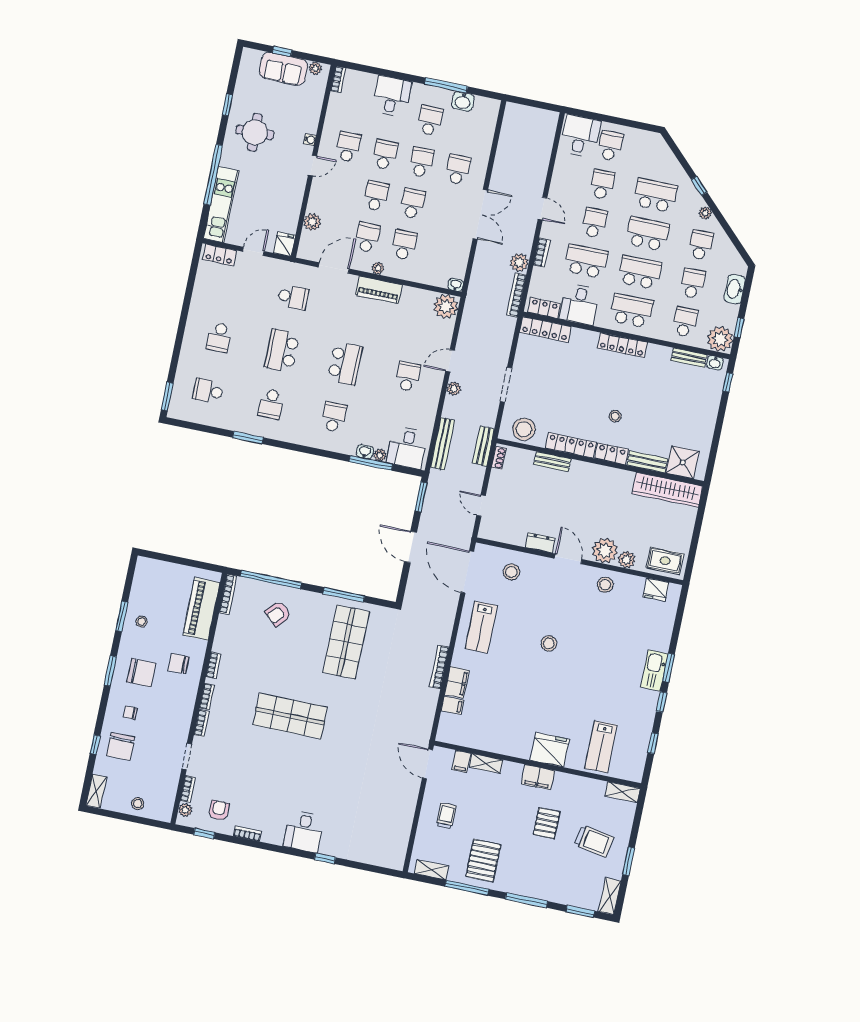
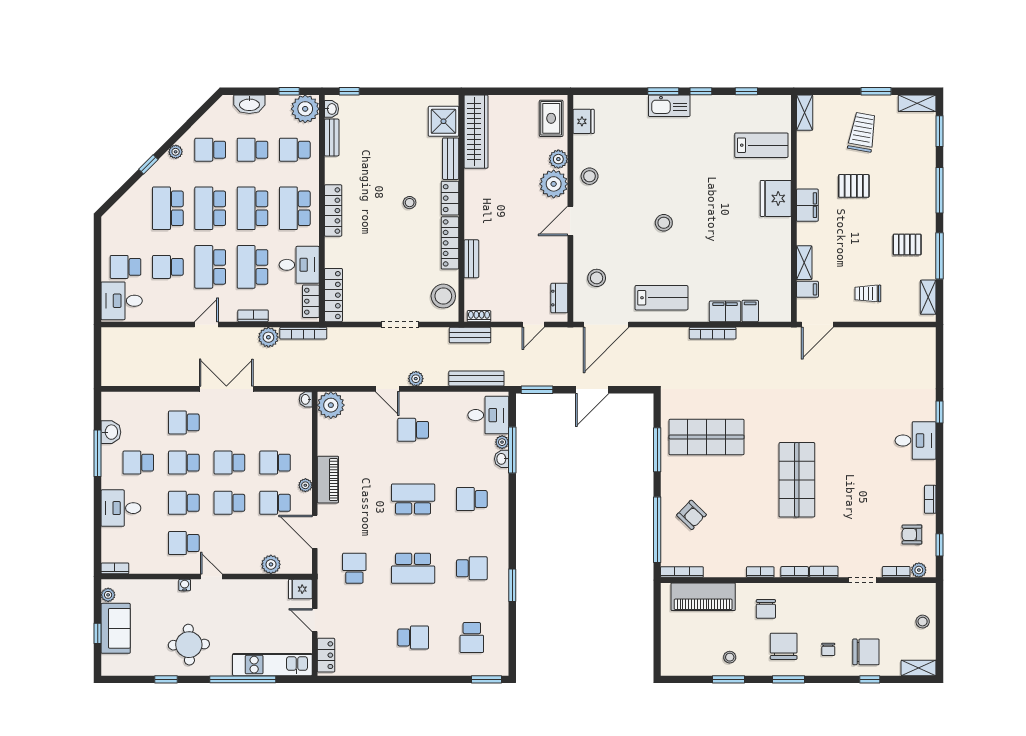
school desk: (594, 223) -> (210, 267), width x1.85
dresser: (540, 543) -> (559, 298), moved
pallet: (483, 861) -> (907, 245), width x0.67, depth x0.71

